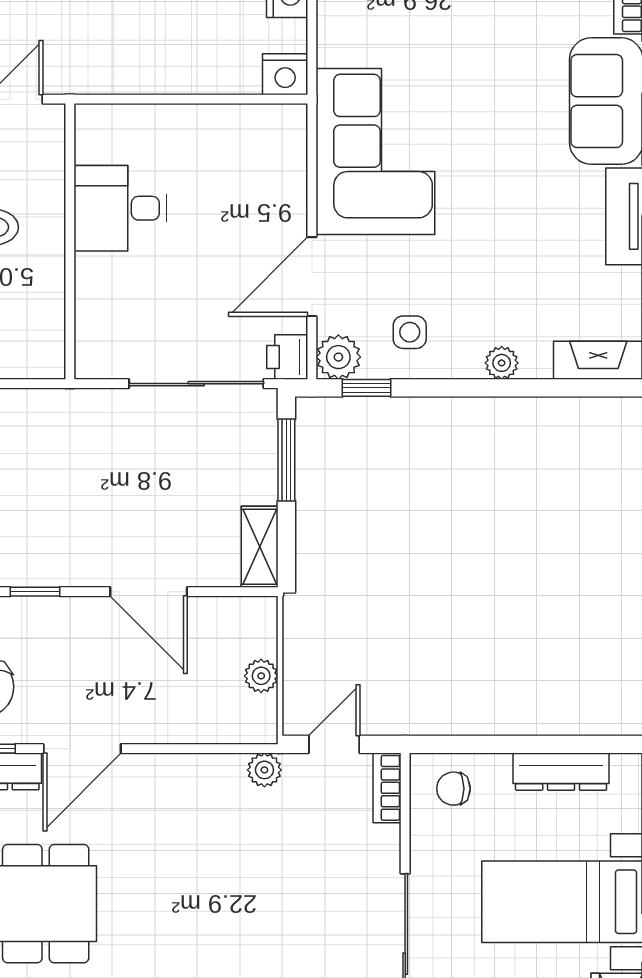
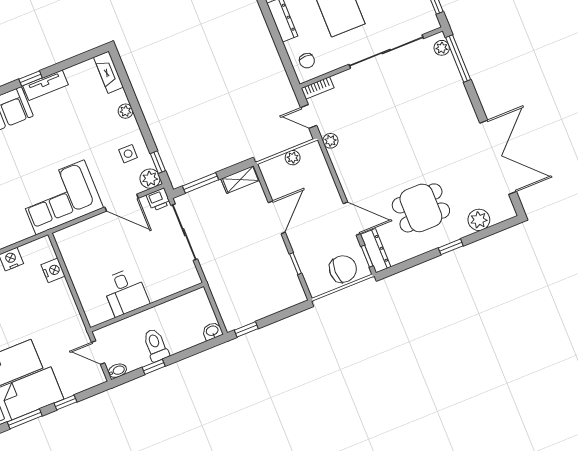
nightstand: (285, 74) -> (53, 270), moved

